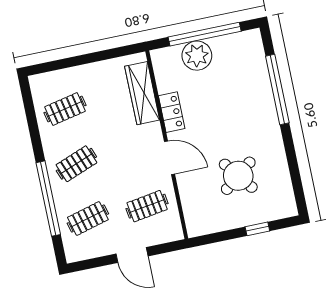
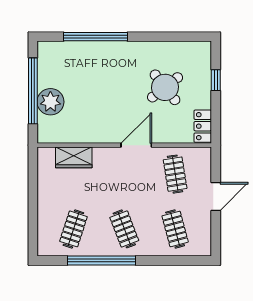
wardrobe: (142, 93) -> (74, 157), width x0.67
clothes rail: (65, 109) -> (73, 229), turned 30
locker: (172, 112) -> (203, 126), moved, turned -90
window: (48, 199) -> (101, 260), moved

